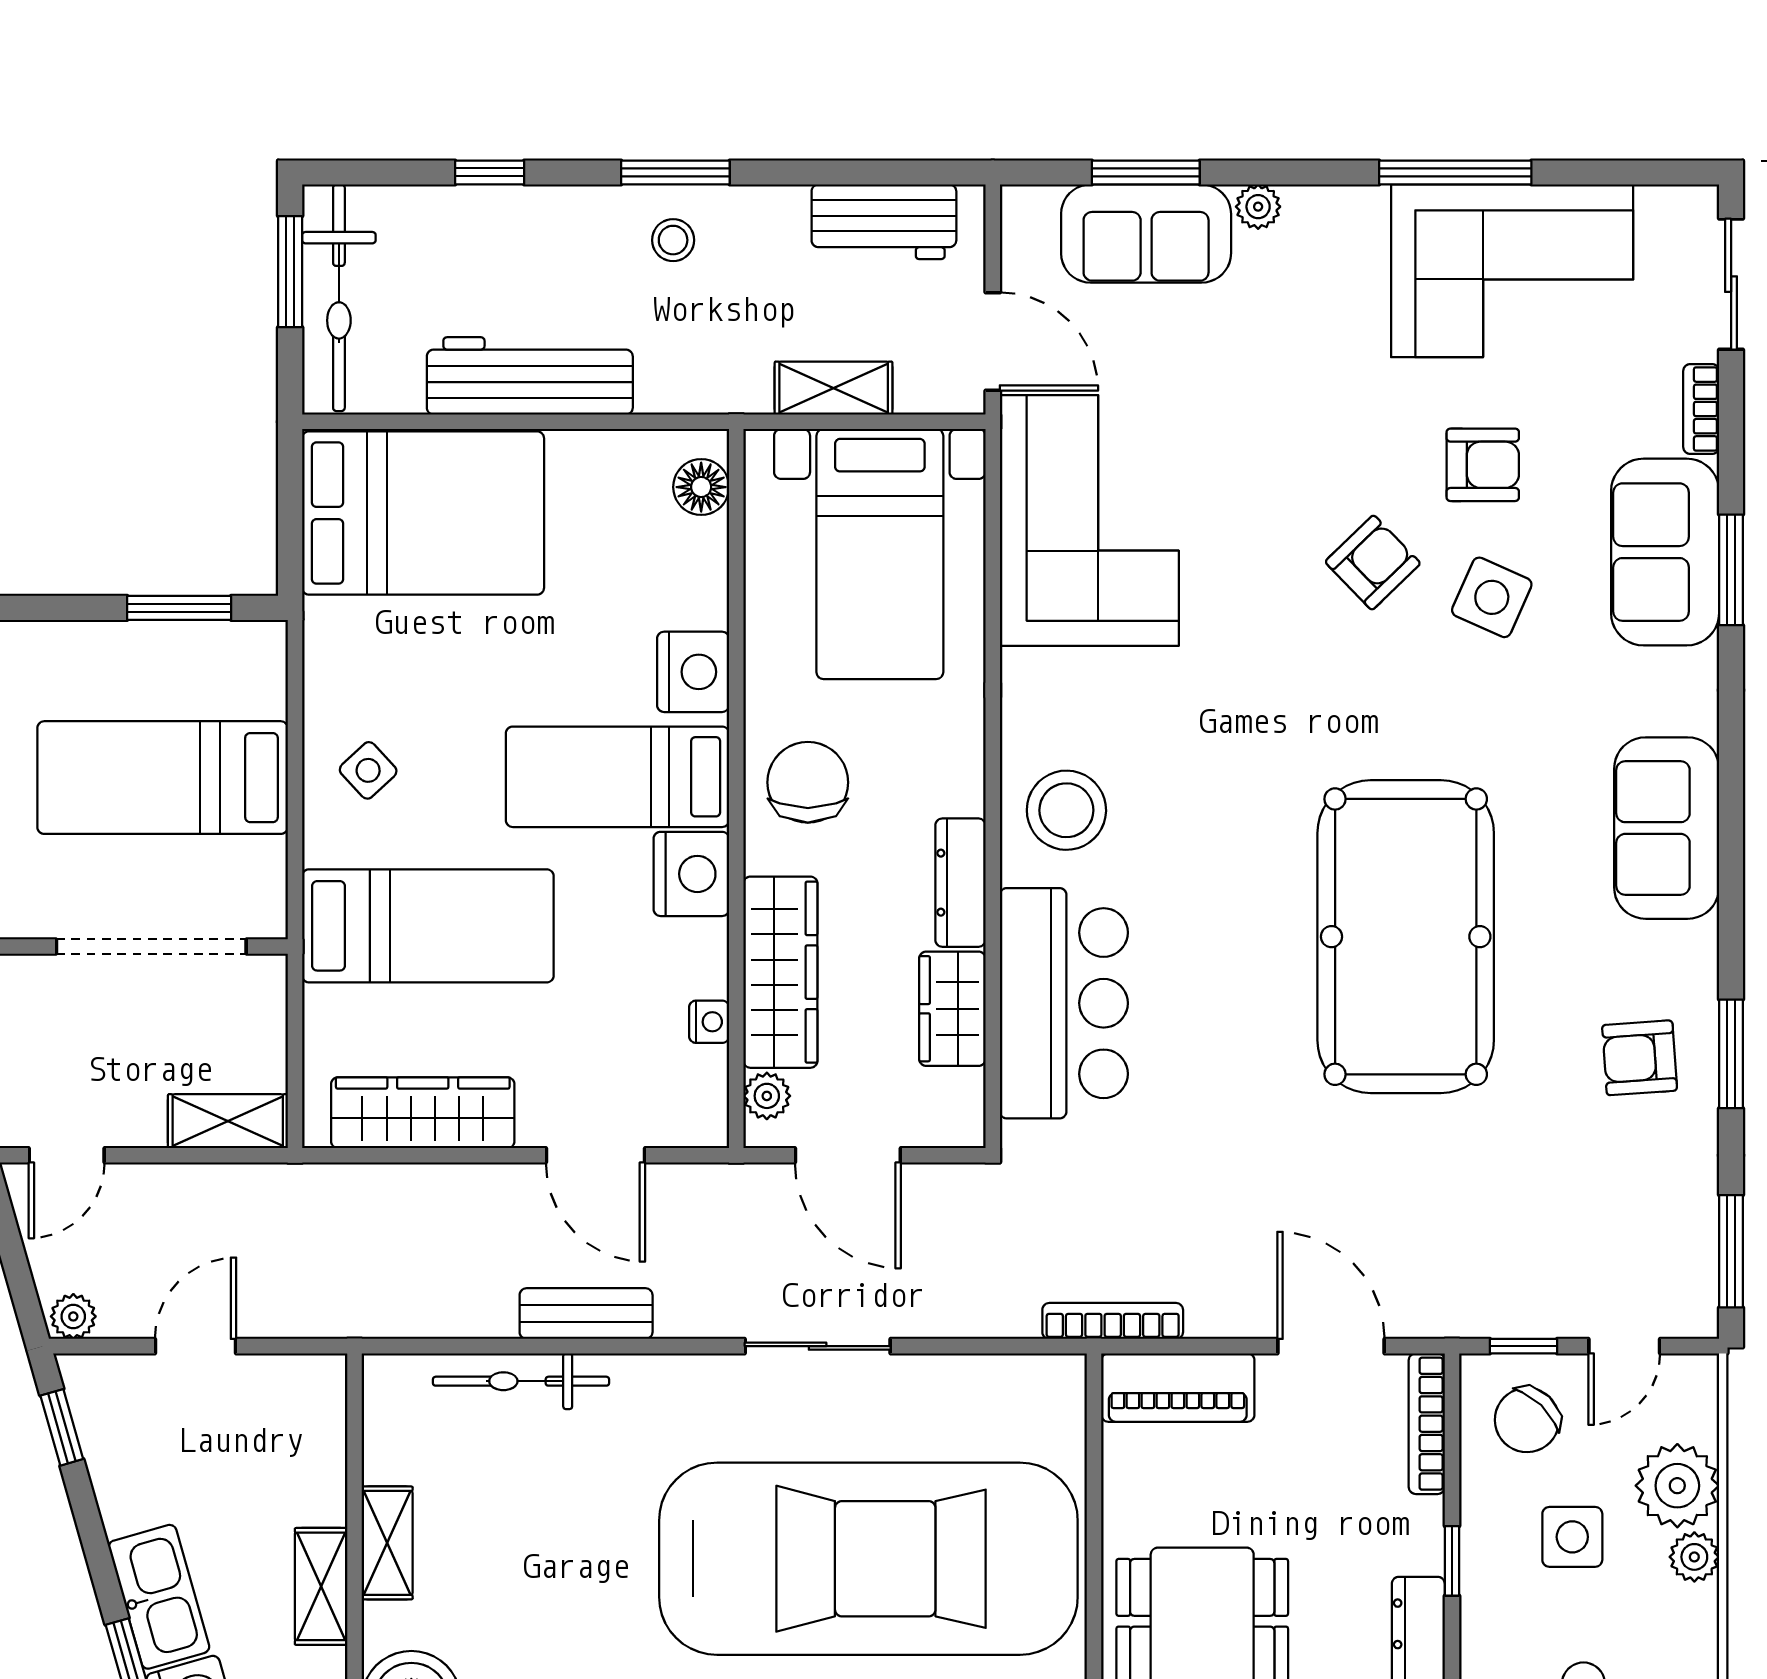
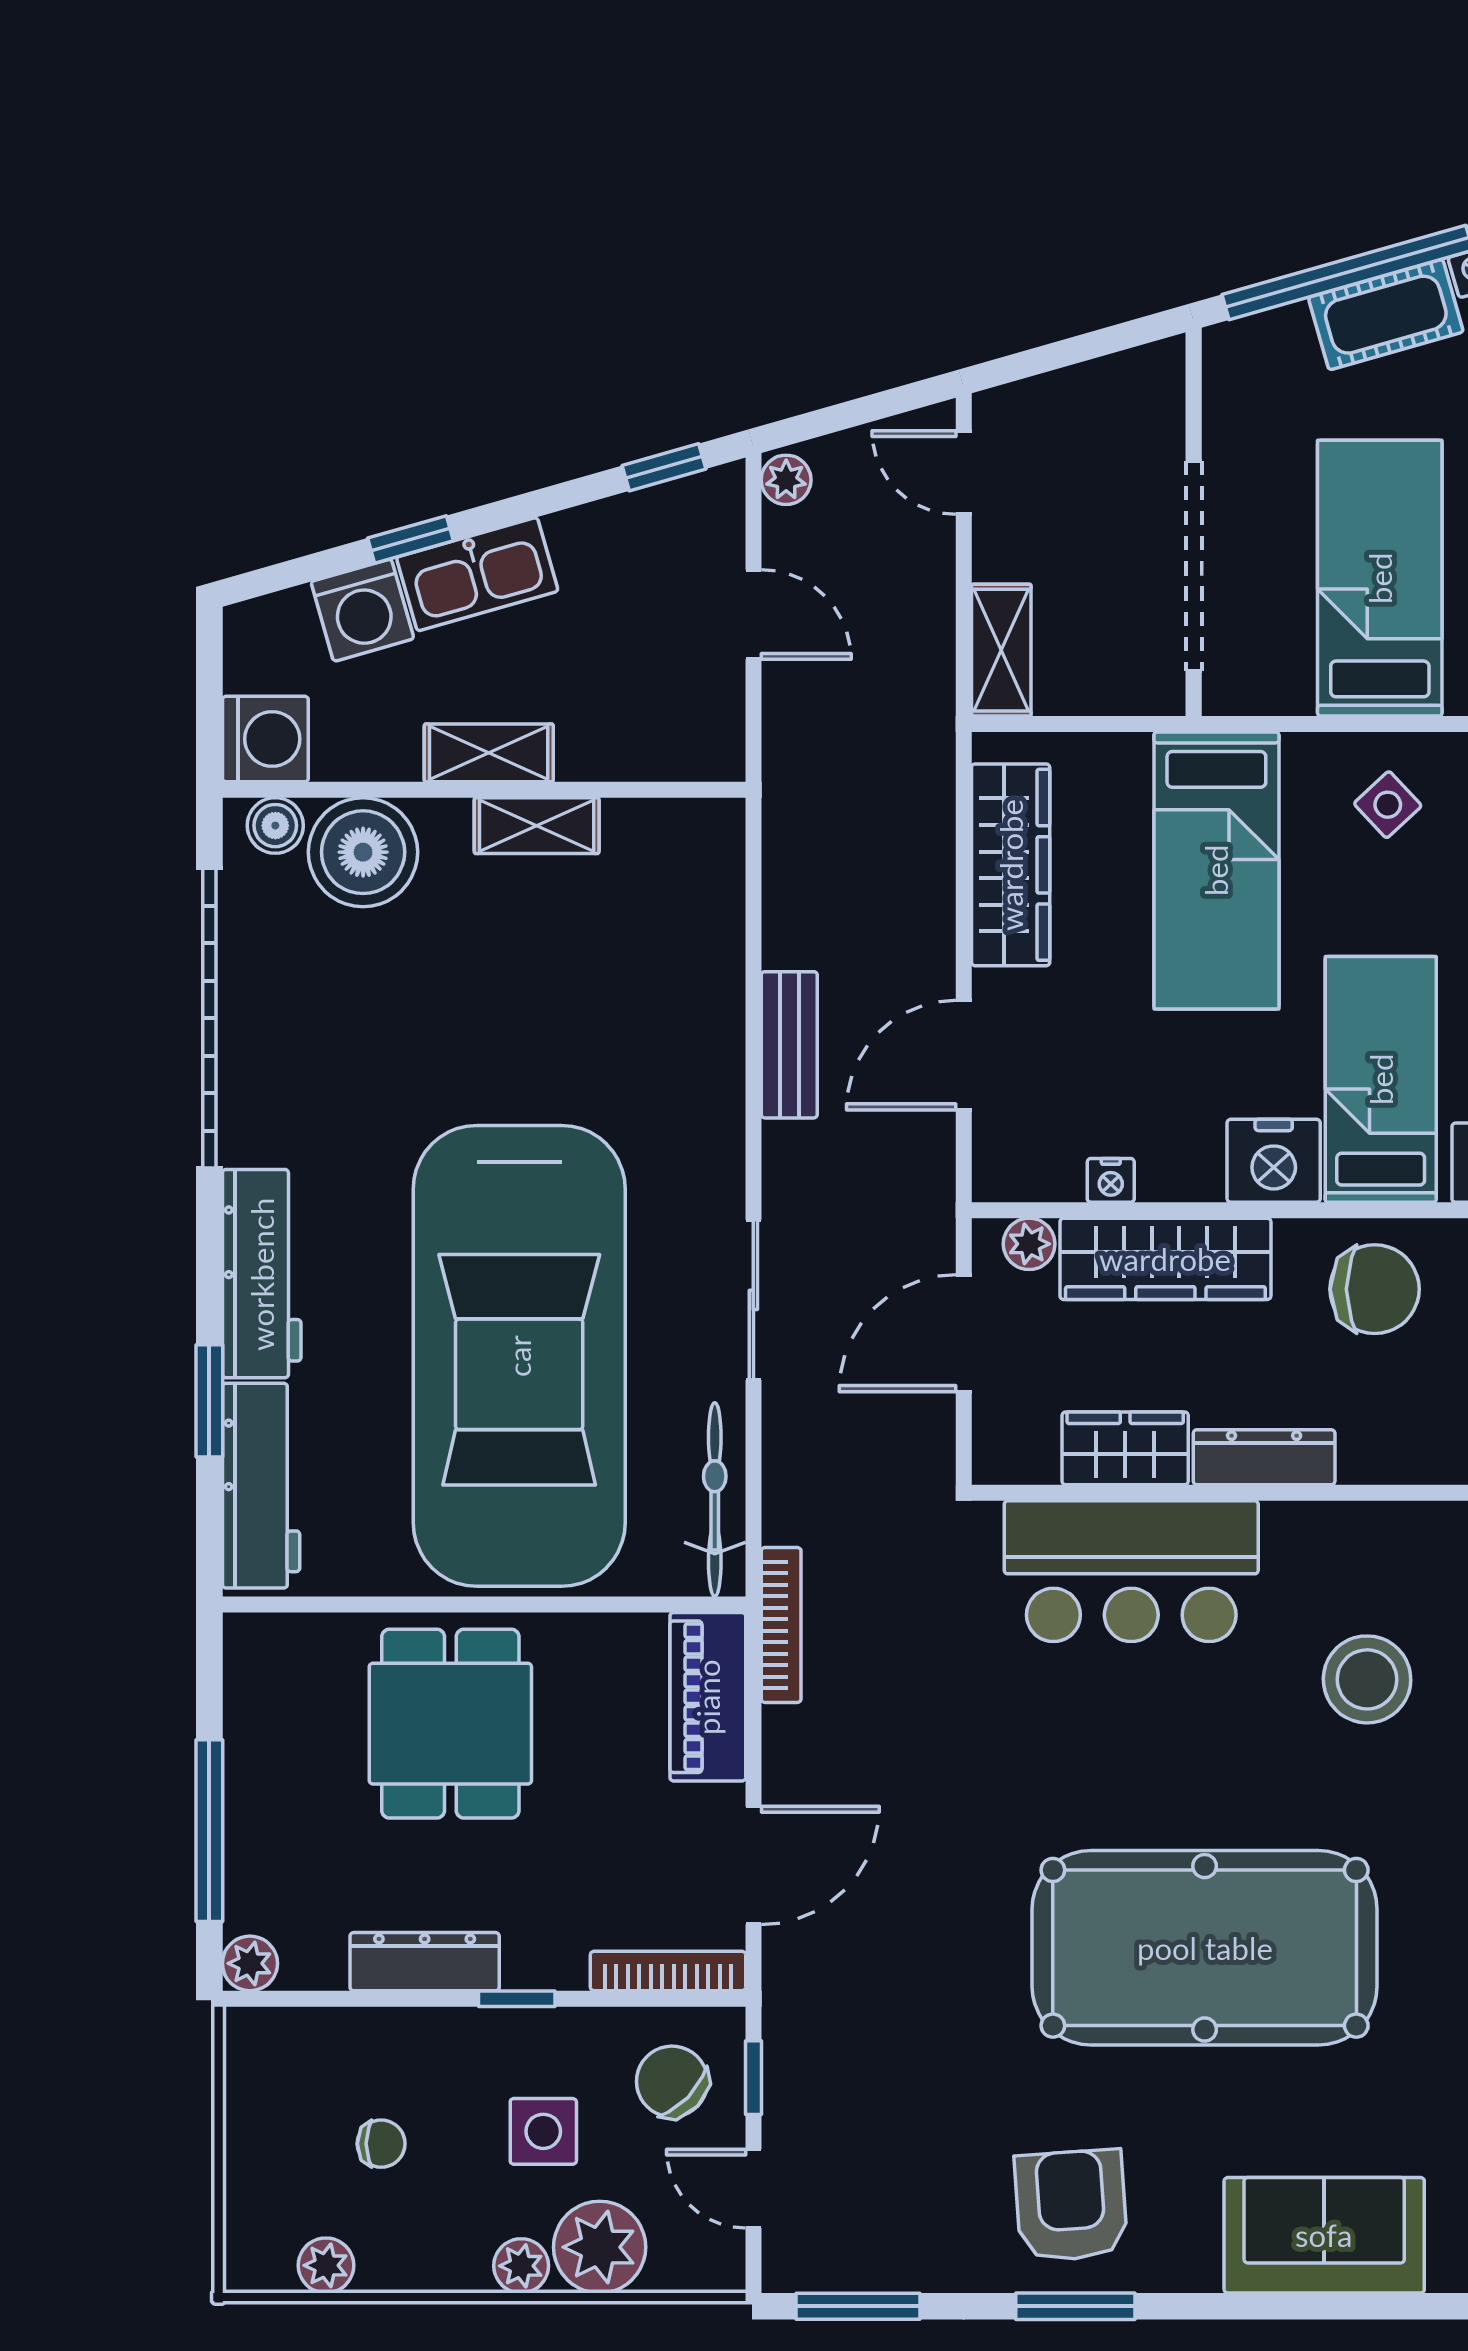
stool: (1066, 810) -> (1367, 1679), moved
armchair: (1640, 1058) -> (1071, 2205), width x1.38, depth x1.38
bicycle: (521, 1381) -> (715, 1500), moved

